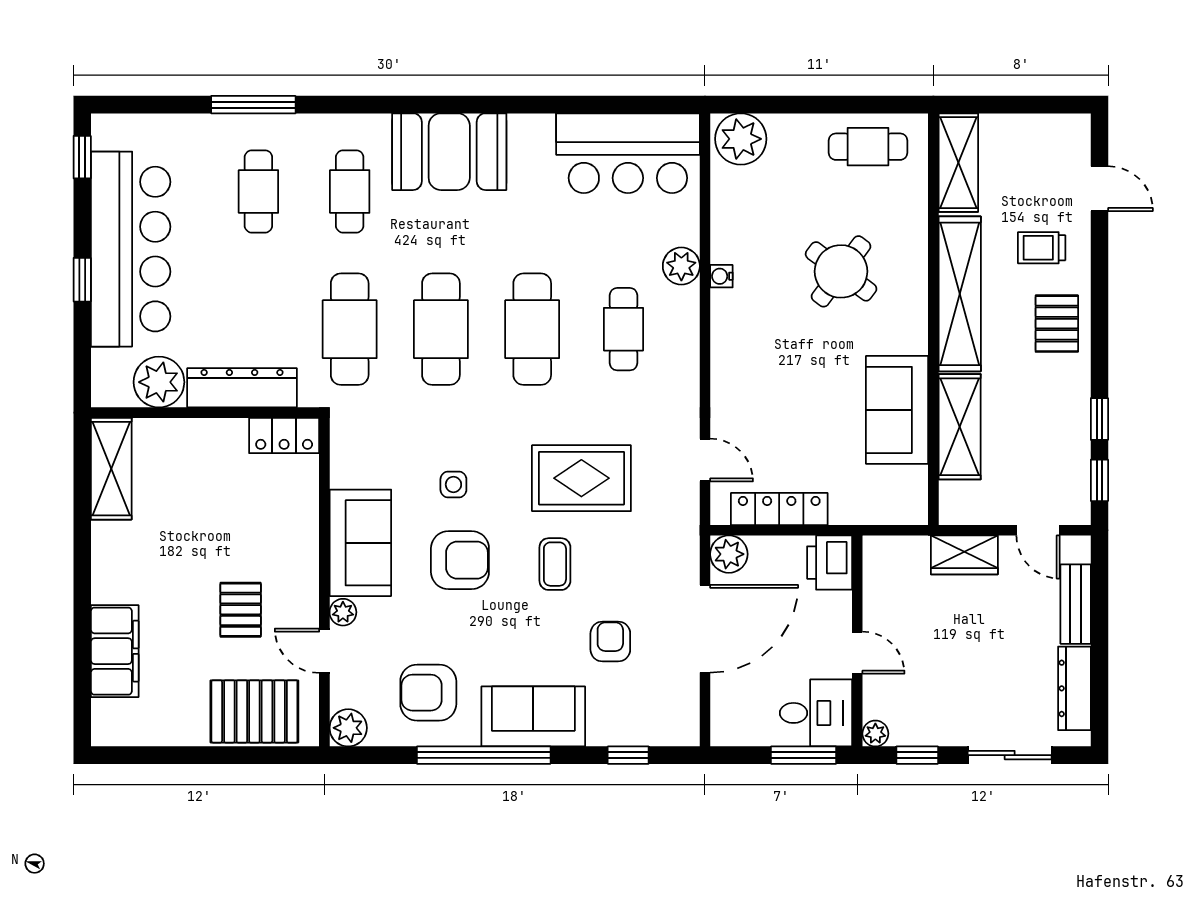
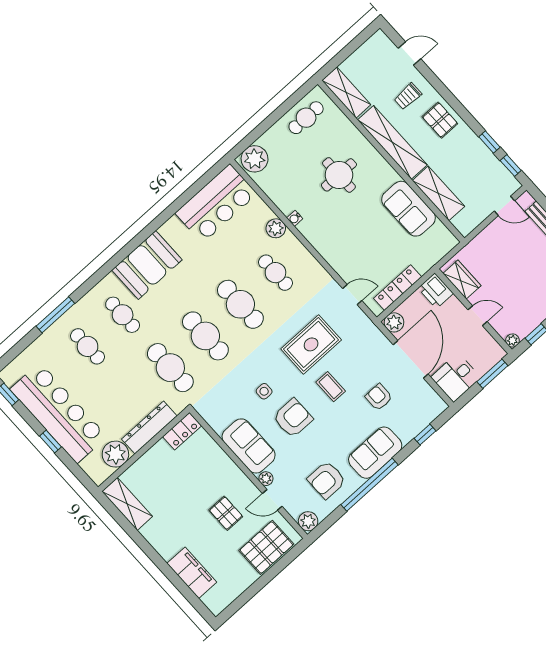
round table: (841, 271) -> (339, 175), turned -37
wardrobe: (964, 555) -> (462, 279), moved, turned -90
desk: (816, 713) -> (456, 377), moved, turned 180

